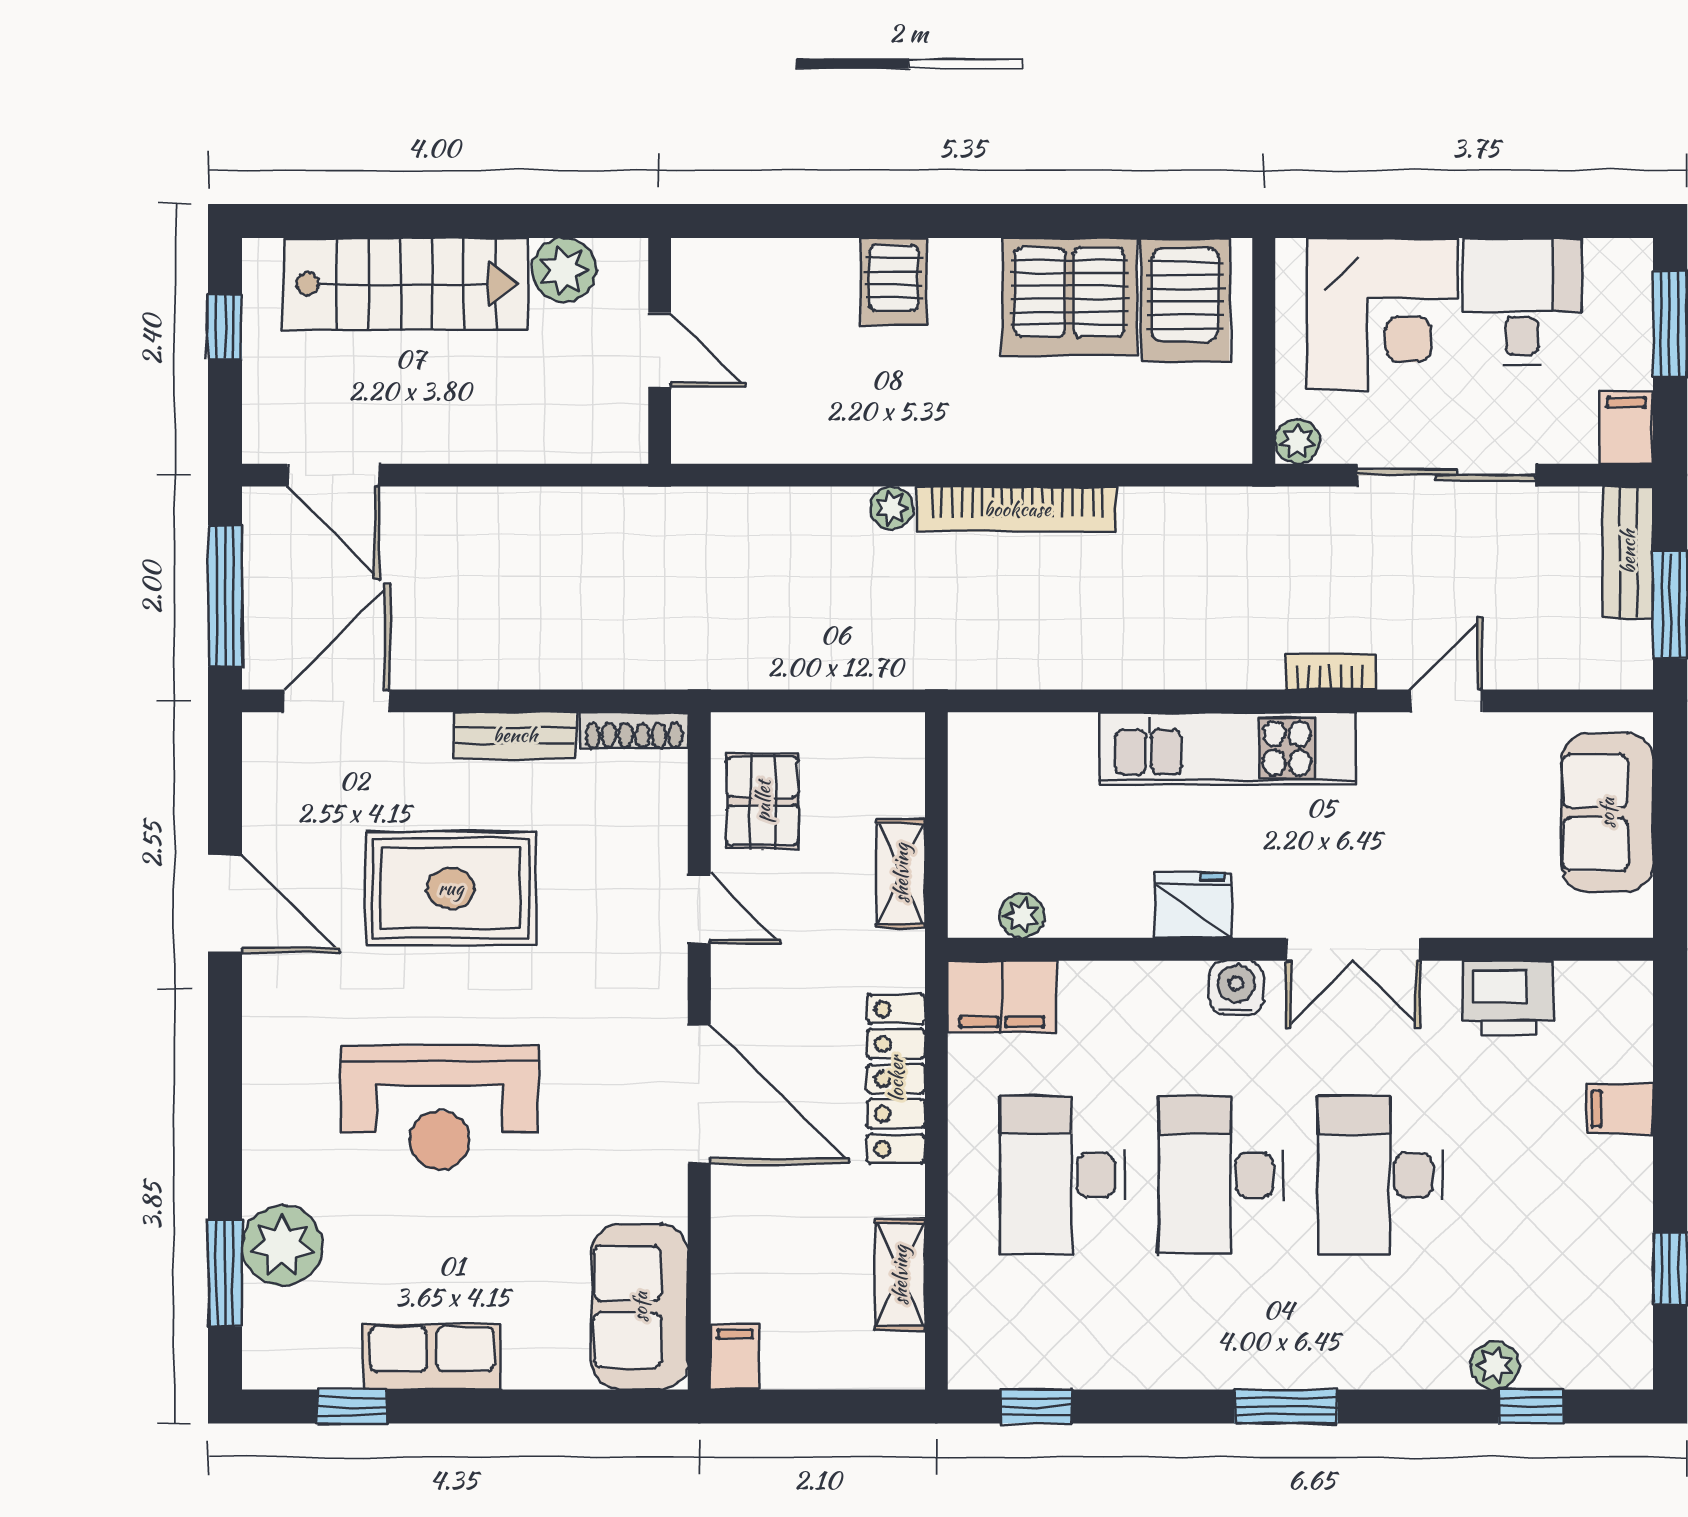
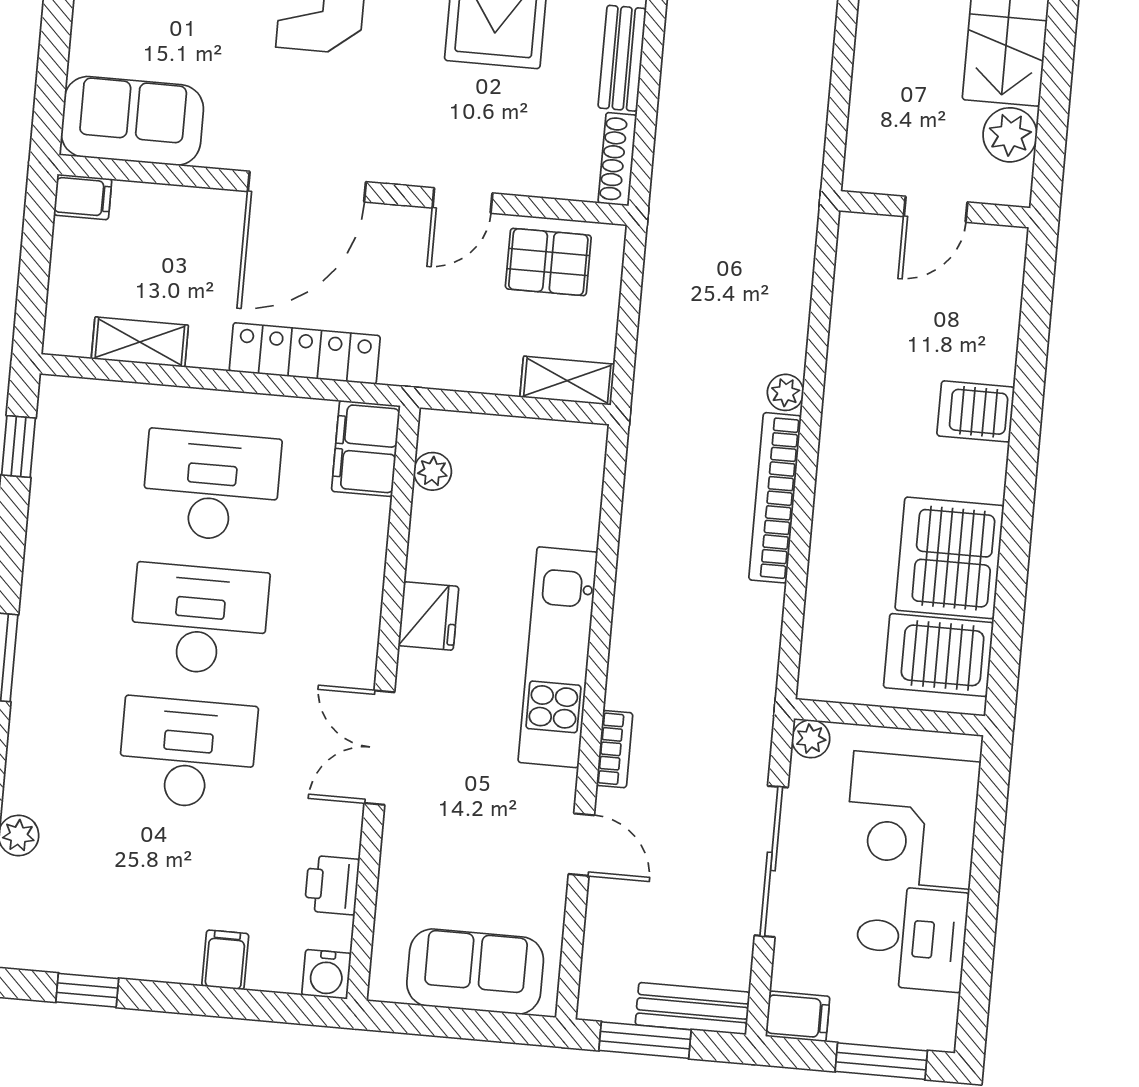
shelving: (901, 873) -> (567, 381), moved
water cooler: (1236, 988) -> (327, 974), moved, turned 90
printer: (1508, 998) -> (332, 885), width x0.73, depth x0.81

